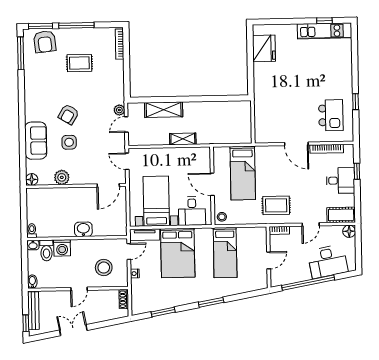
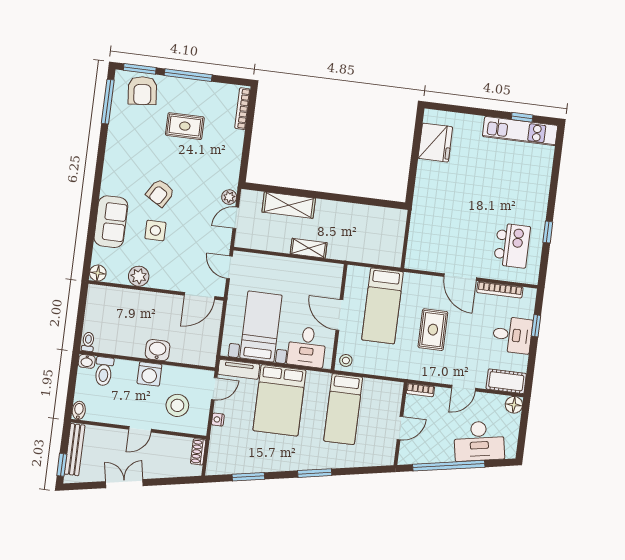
rug: (276, 205) -> (433, 330), moved, turned 90
washing machine: (62, 248) -> (149, 374), moved

